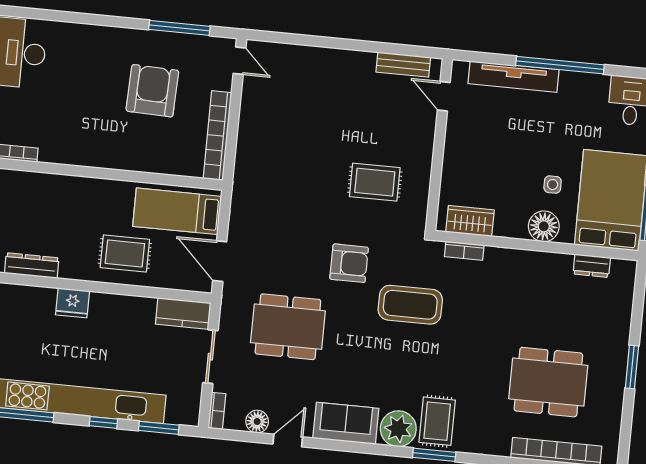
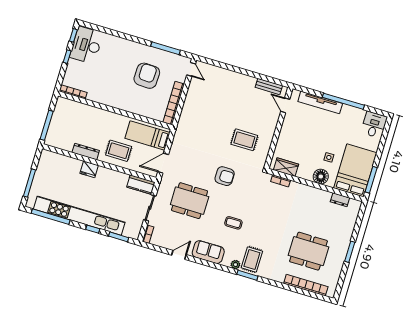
door: (220, 261) -> (163, 163), hinge flipped
dresser: (32, 266) -> (86, 152), moved
coffee table: (410, 305) -> (233, 223), moved, width x0.54, depth x0.58
floor lamp: (257, 422) -> (166, 243), removed
plant: (398, 429) -> (235, 265), width x0.53, depth x0.53

